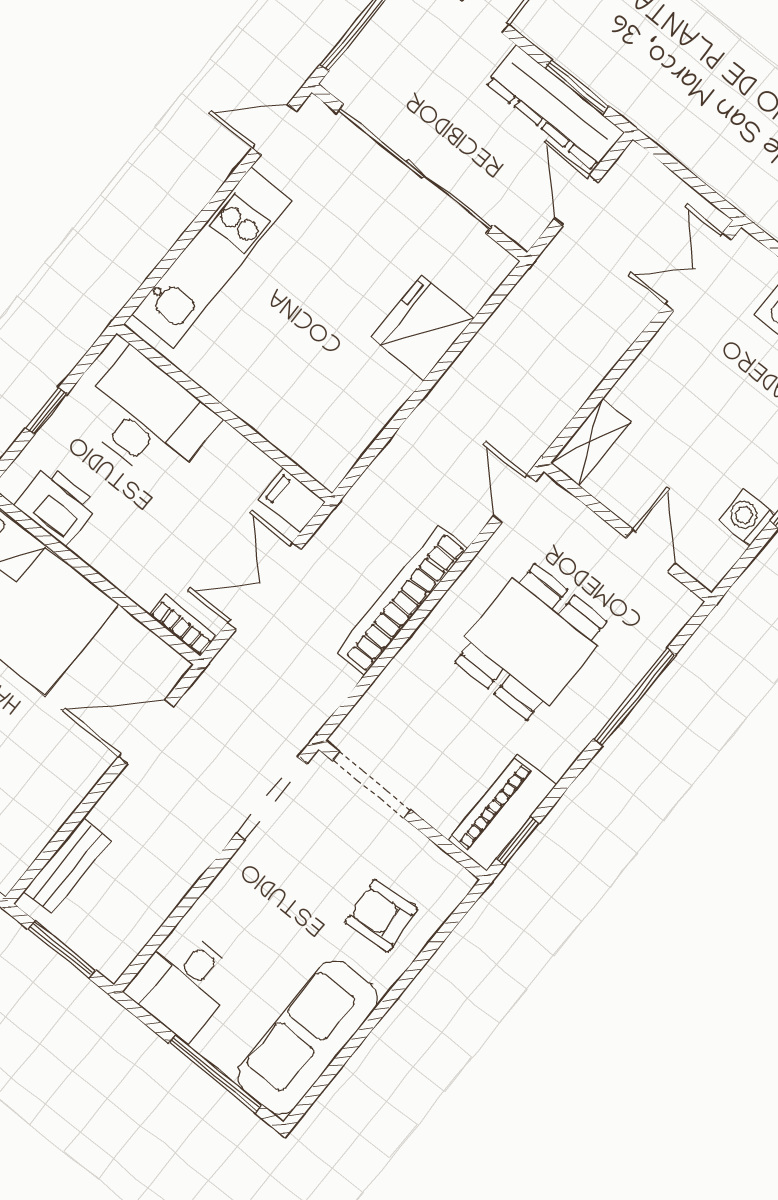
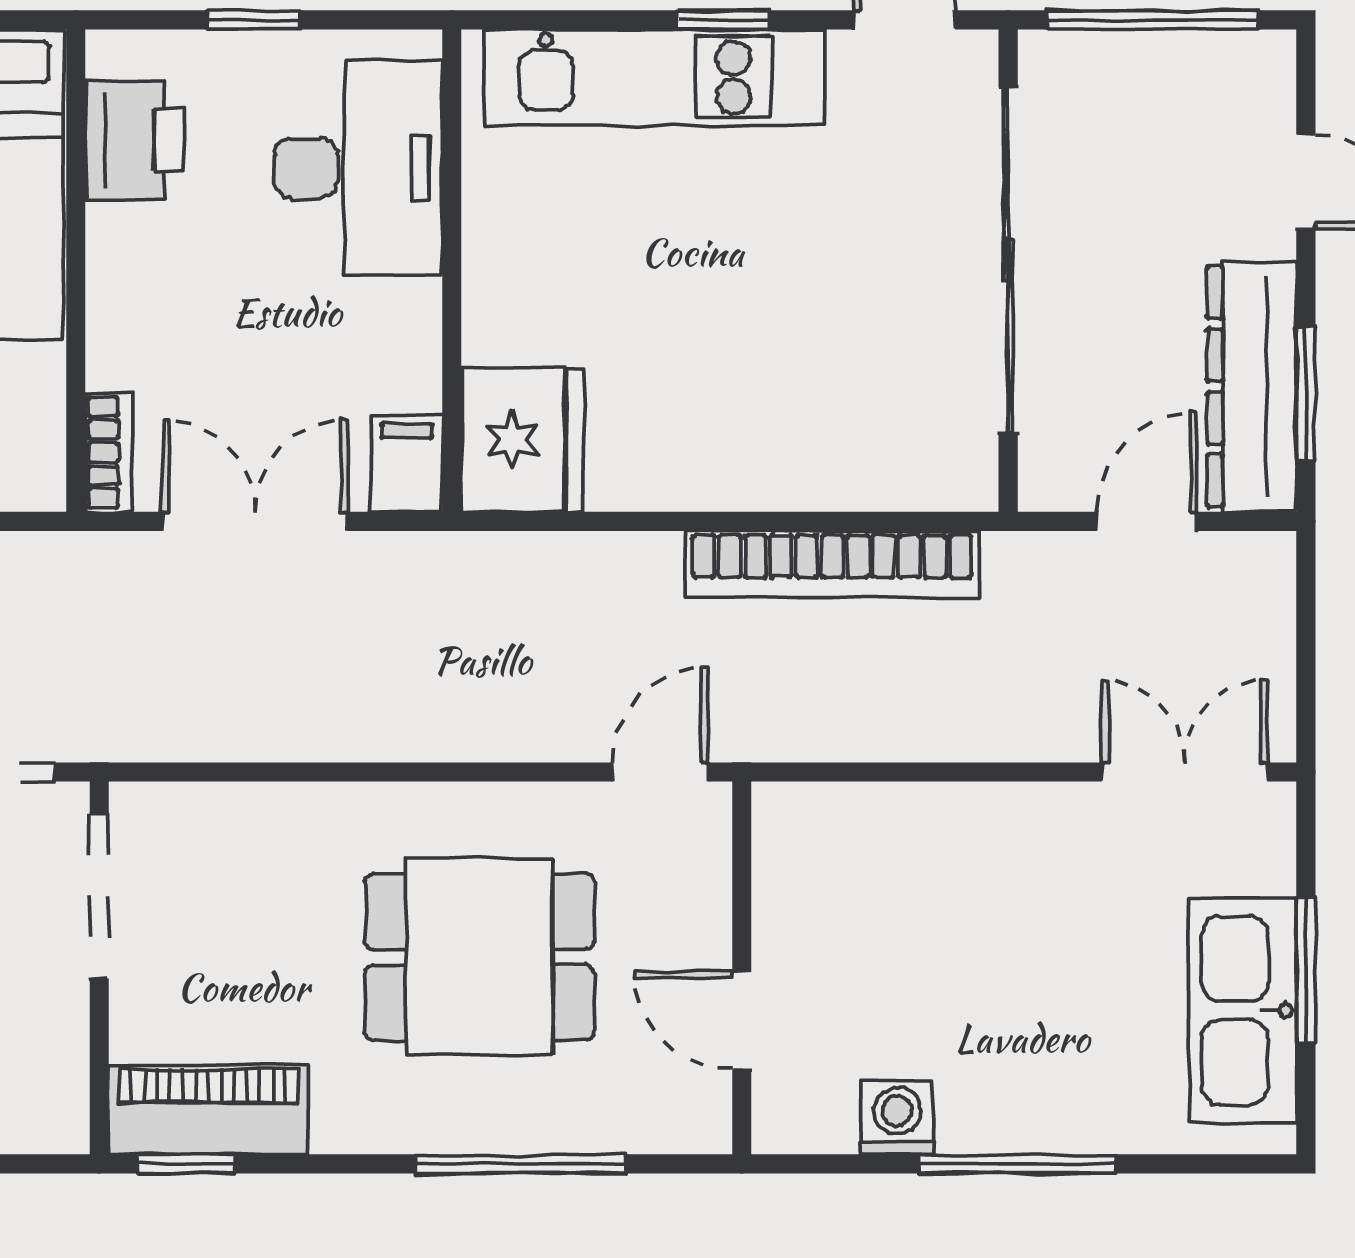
window: (211, 208) -> (723, 20), added
fridge: (423, 328) -> (522, 440), moved, turned 90
shelving: (591, 442) -> (825, 815), removed
door: (650, 551) -> (742, 1021), swing flipped
bookcase: (402, 600) -> (832, 564), moved, turned 180

